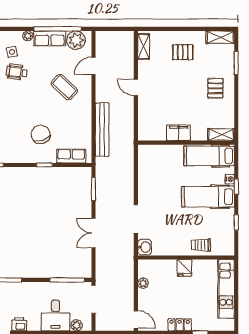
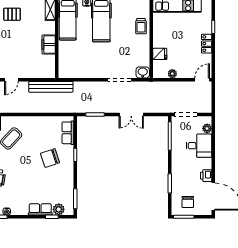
bench: (102, 130) -> (51, 87), moved
fridge: (184, 268) -> (160, 54), moved

